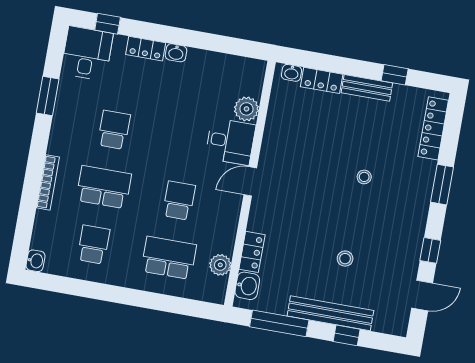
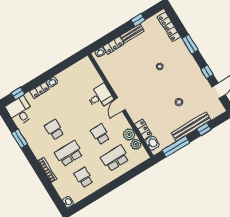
plant: (246, 109) -> (129, 135), moved

